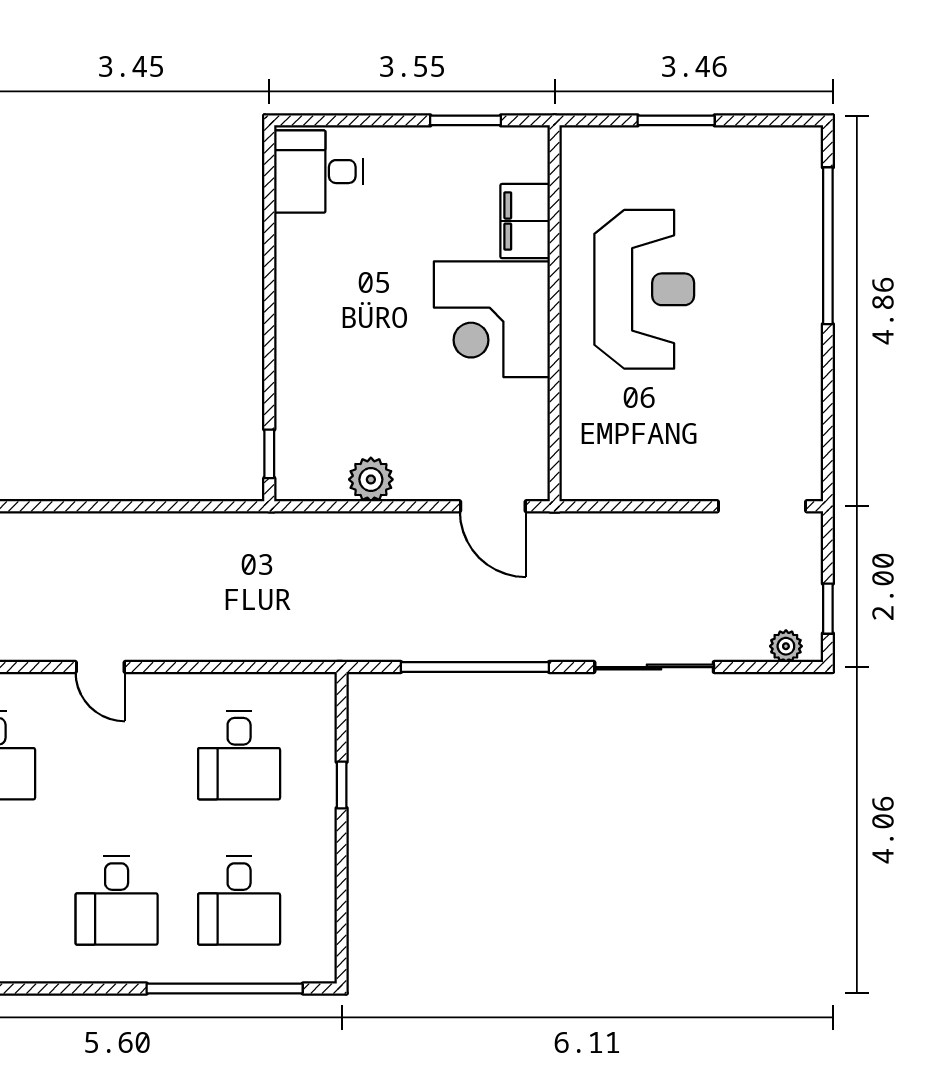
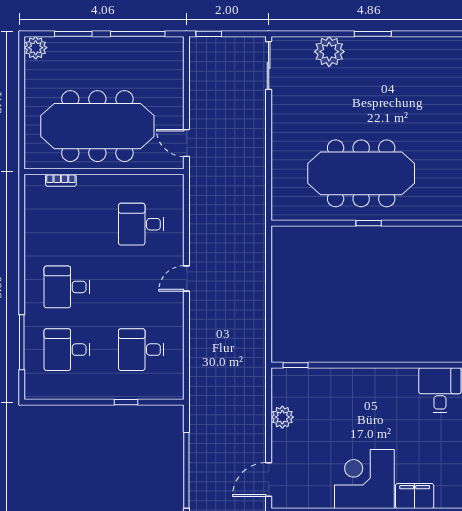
window: (225, 989) -> (22, 342), width x0.68

